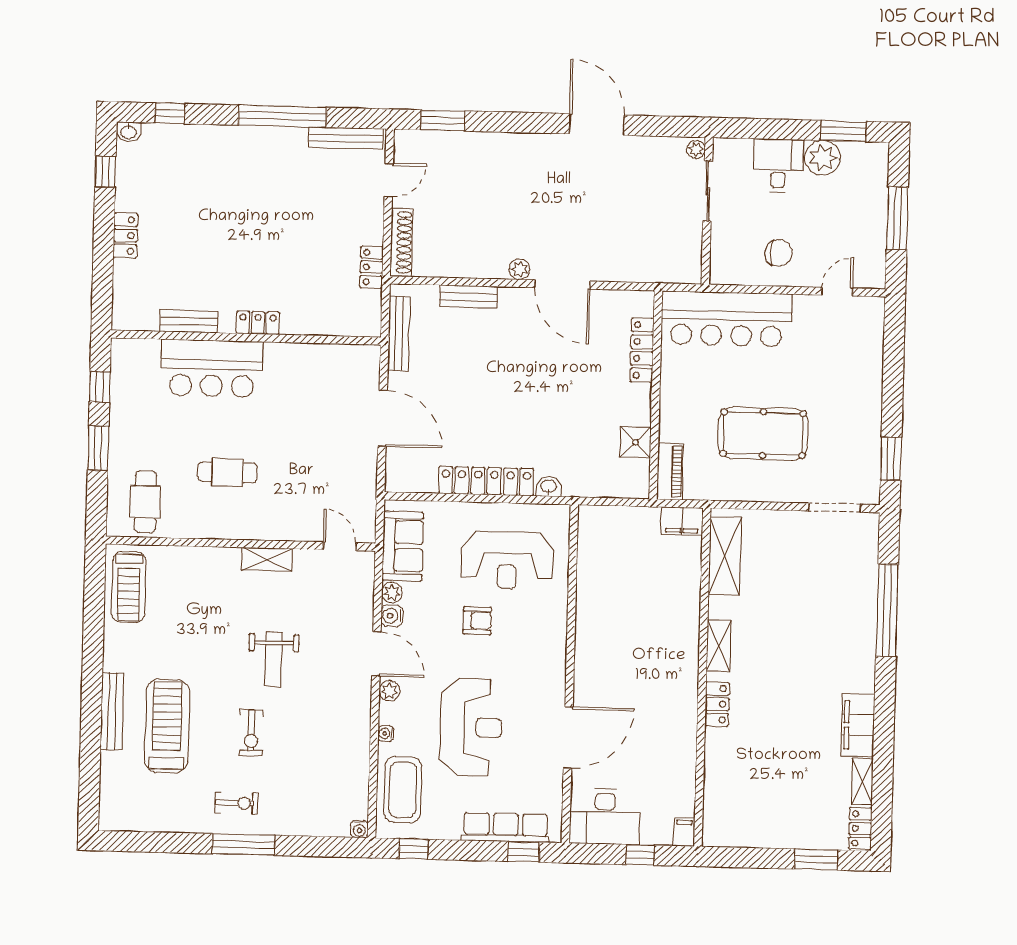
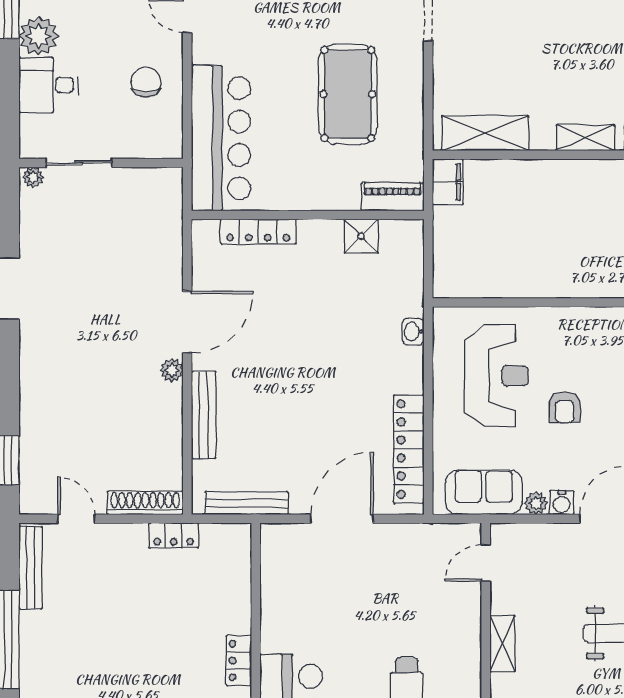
bench: (468, 297) -> (204, 415), width x1.36
locker: (486, 481) -> (409, 449), moved
armchair: (477, 621) -> (565, 407), turned 180

